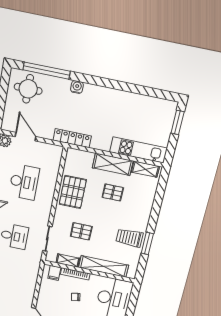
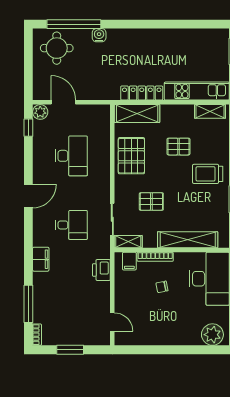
water cooler: (77, 87) -> (99, 35), moved
locker: (72, 138) -> (142, 93), moved
shelving: (113, 164) -> (137, 114), moved
trolley: (129, 238) -> (208, 174), moved
shelving: (68, 261) -> (128, 242), moved
printer: (31, 275) -> (101, 270), added

